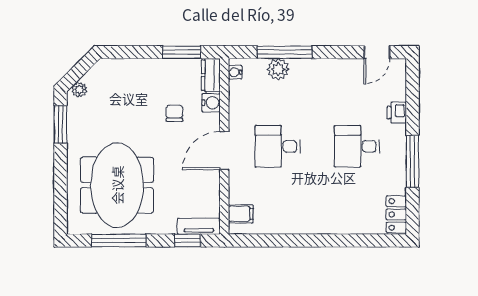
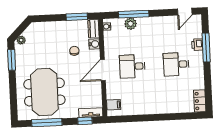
window: (413, 162) -> (206, 47), moved

